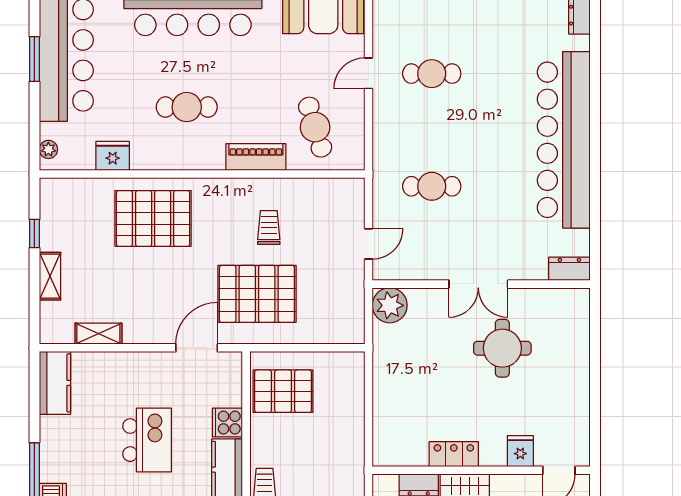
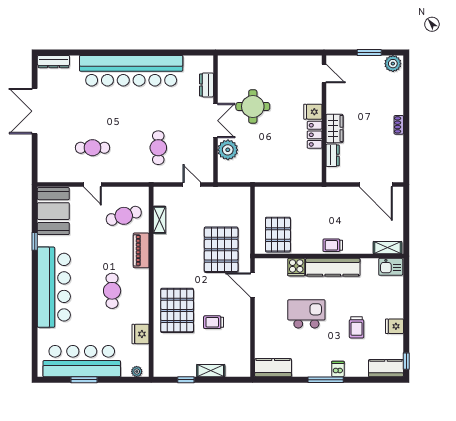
cafe table: (432, 74) -> (92, 148), turned 90
trolley: (269, 227) -> (214, 322), moved
dresser: (569, 269) -> (206, 85), moved
plant: (390, 305) -> (228, 150), moved
shelving: (98, 334) -> (159, 220), moved
fridge: (520, 451) -> (313, 112), moved

